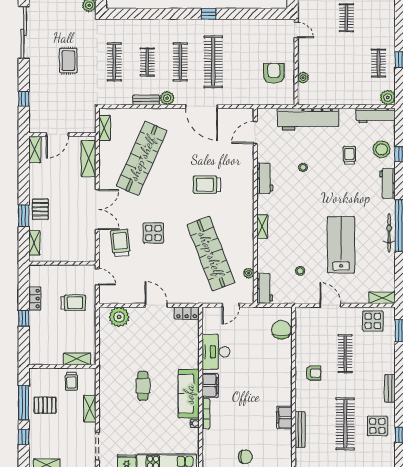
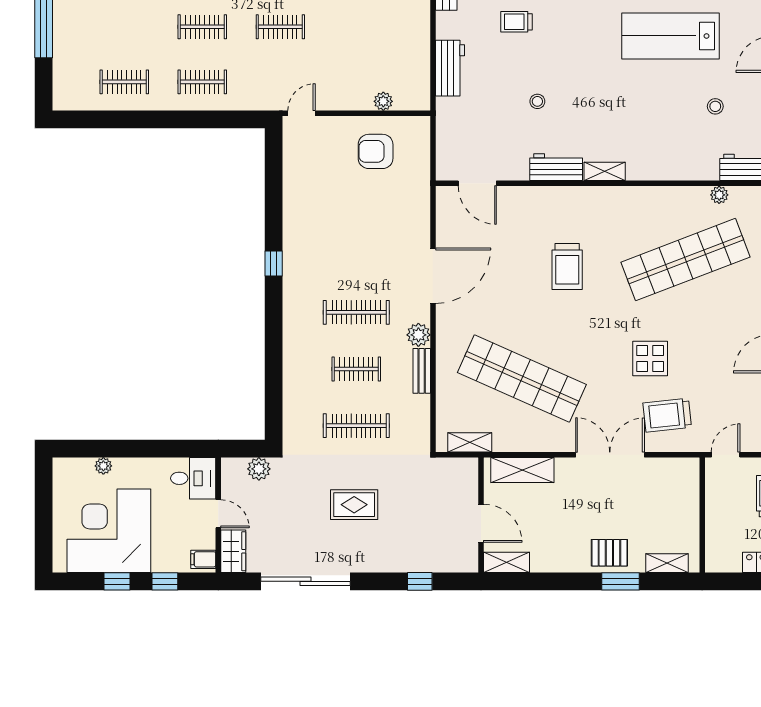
clothes rail: (213, 62) -> (356, 256), removed
workbench: (308, 119) -> (450, 68), width x0.53, depth x0.76
shelving: (262, 226) -> (605, 171), moved

